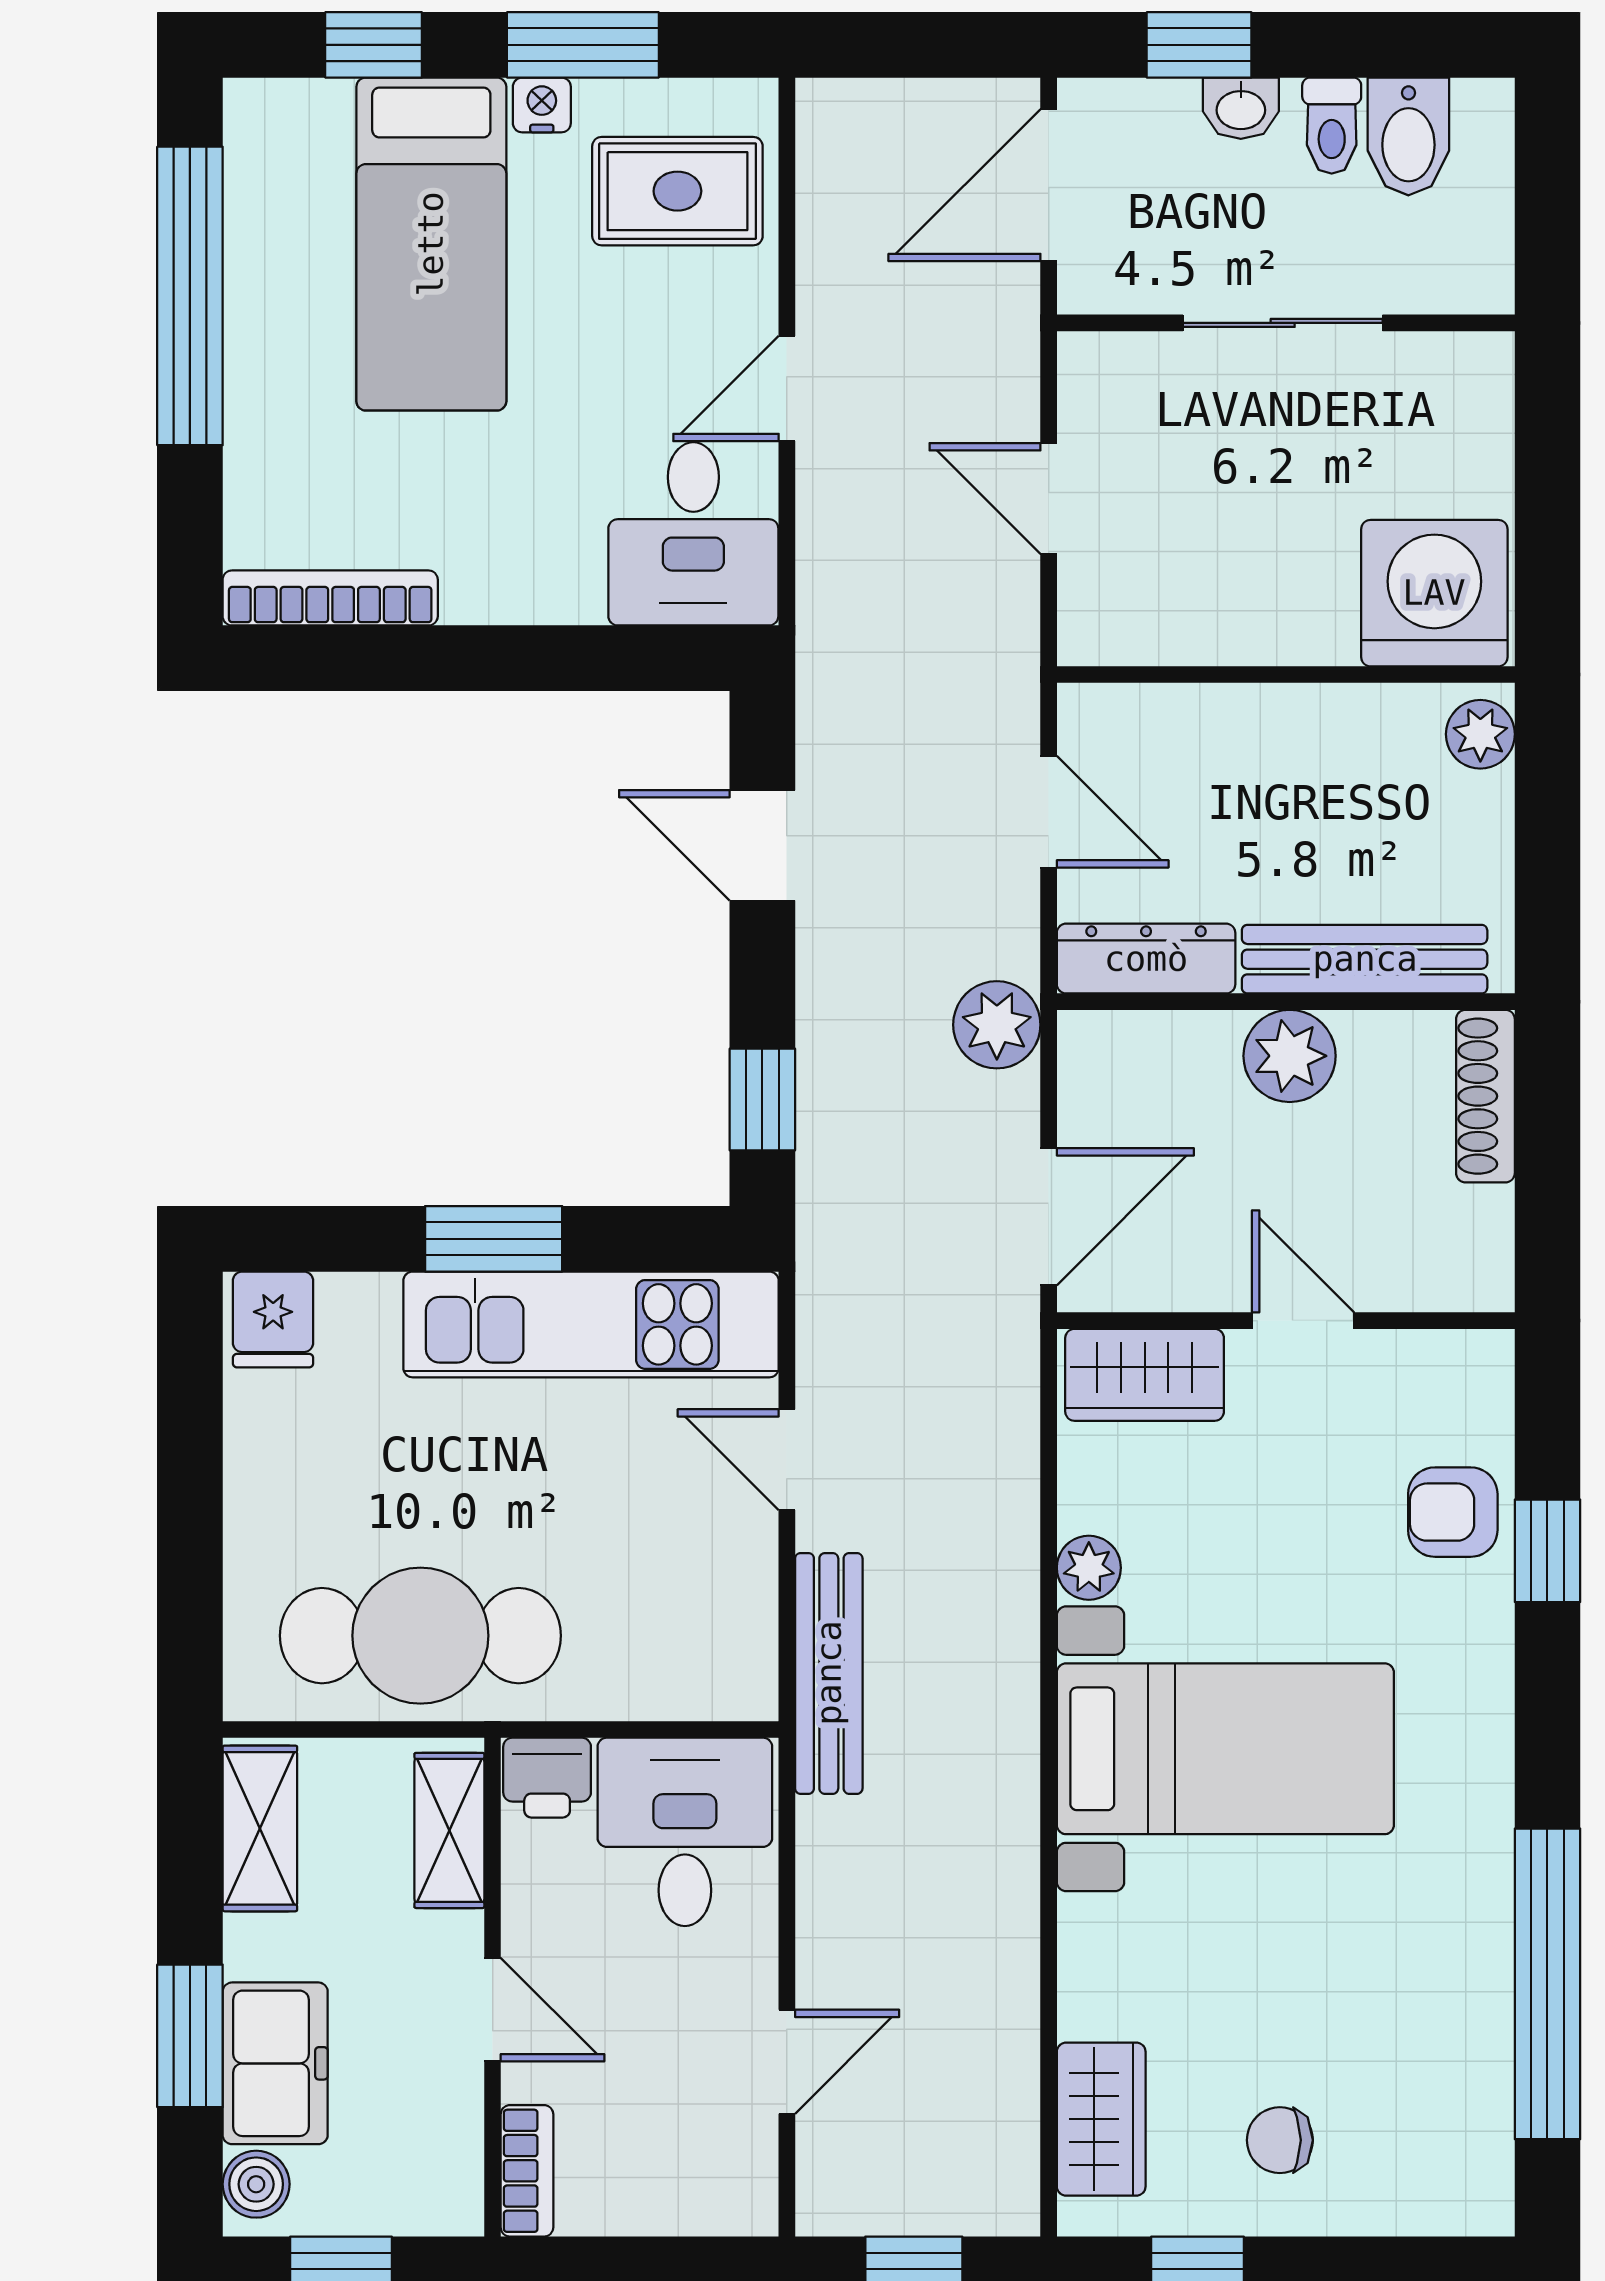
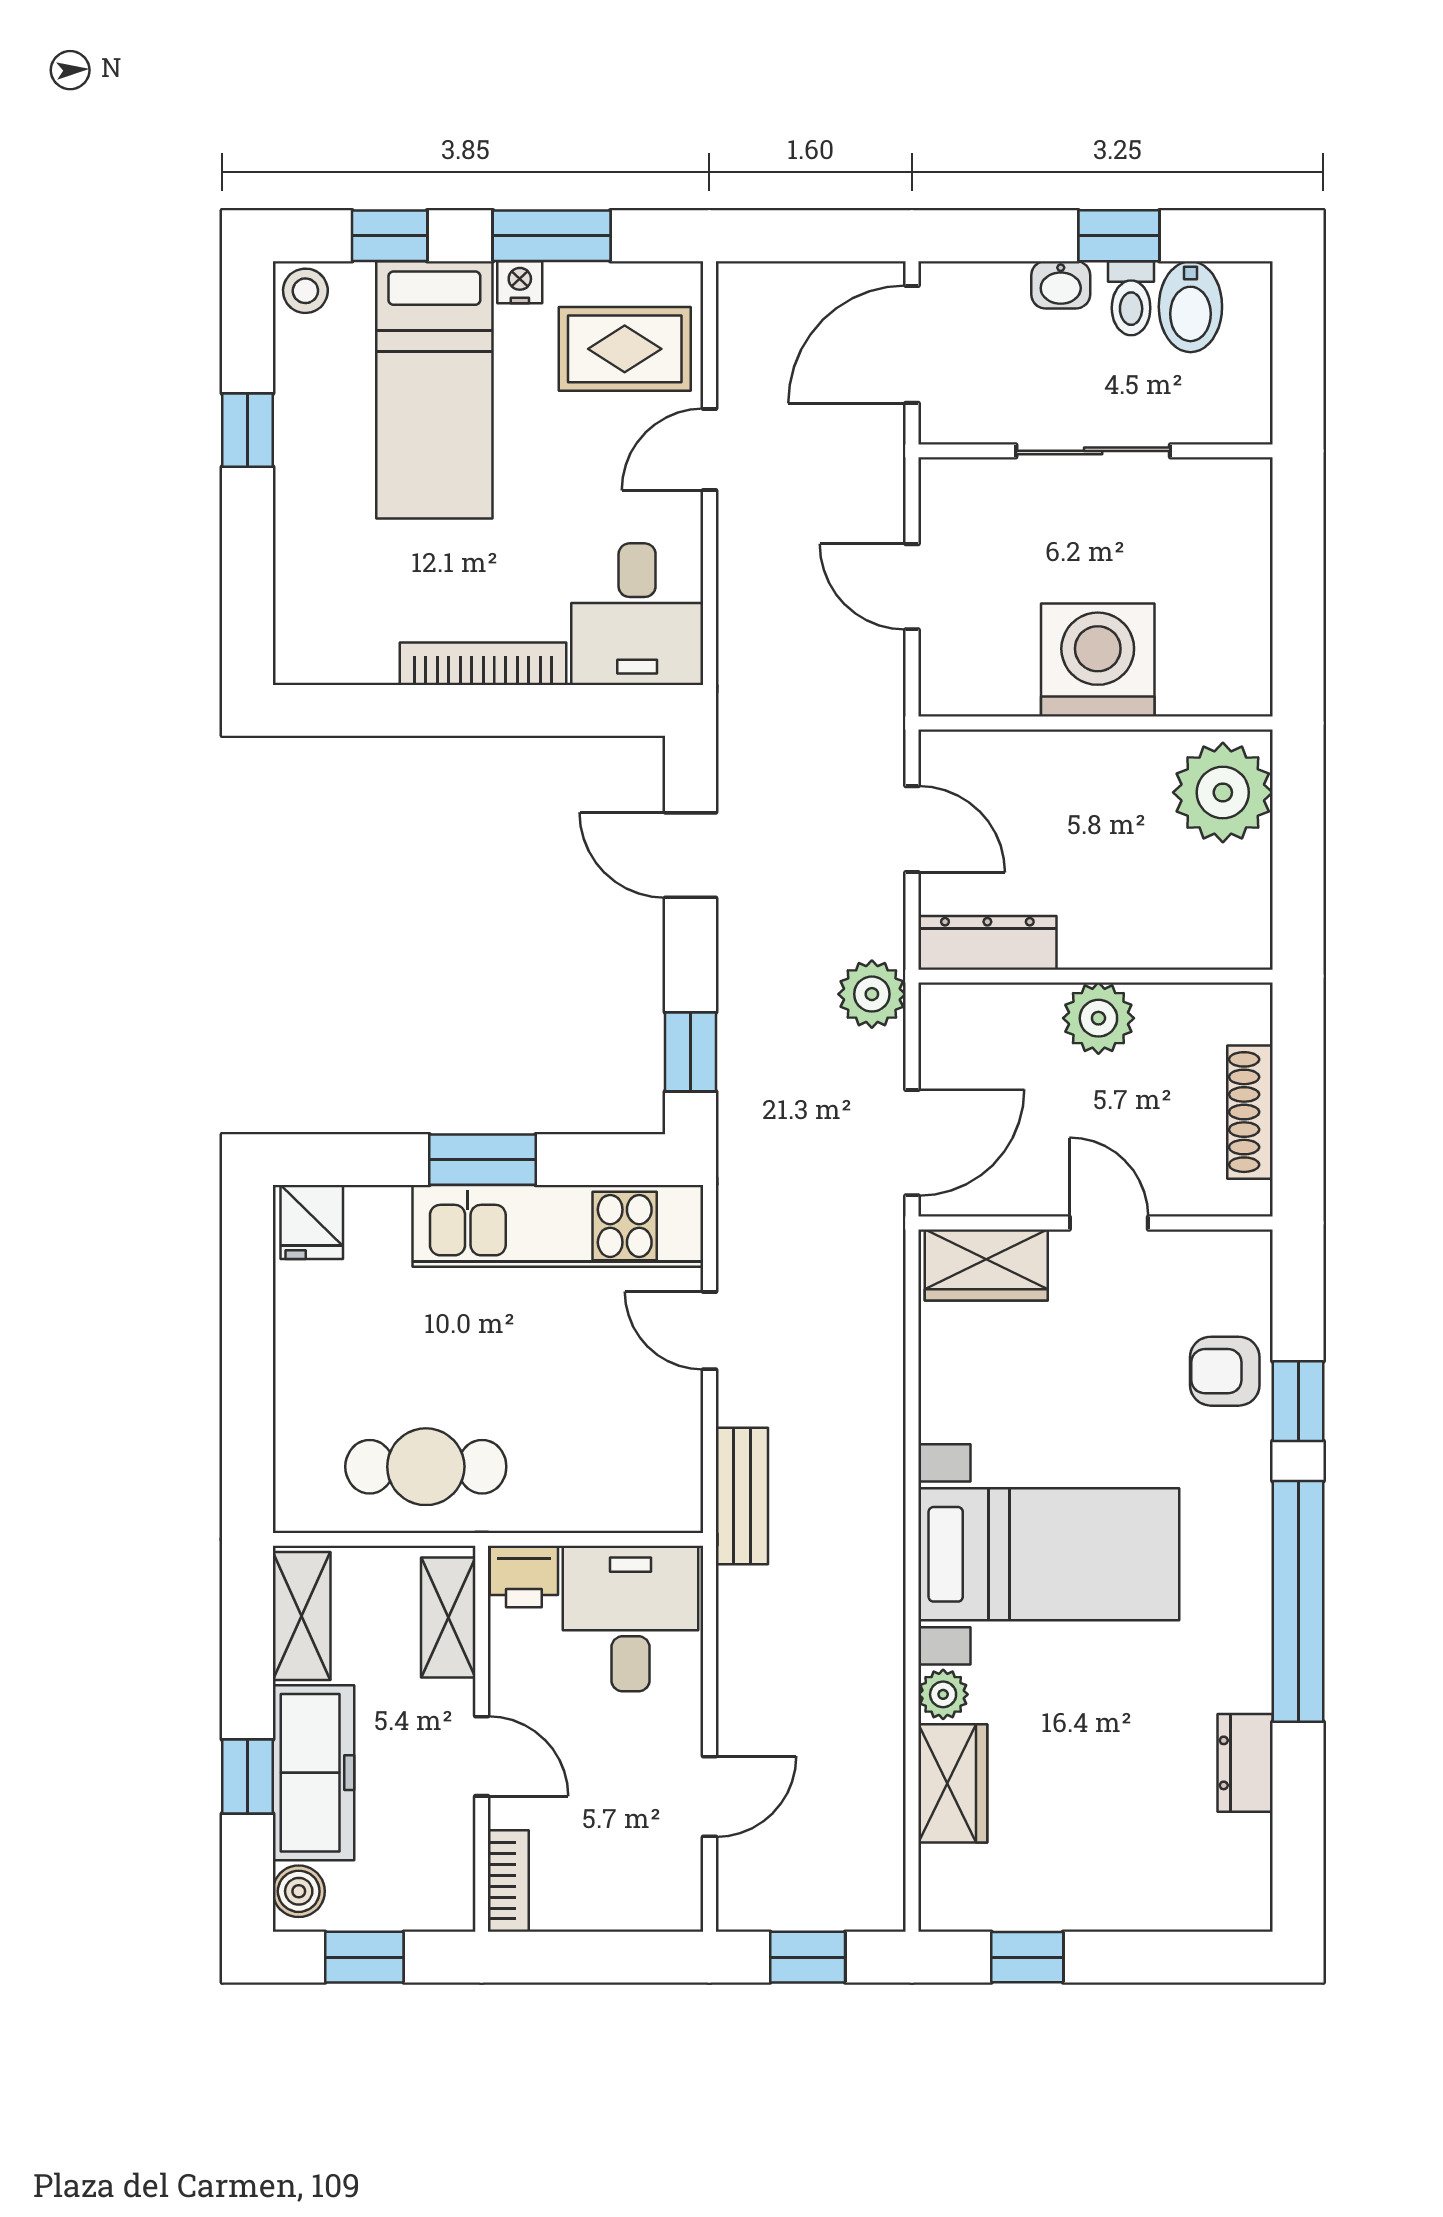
window: (1199, 45) -> (1119, 236), moved
stool: (265, 116) -> (305, 291), added
window: (190, 296) -> (247, 430), width x0.32
door: (787, 388) -> (709, 449), moved
washing machine: (1434, 593) -> (1098, 660), moved
bookcase: (330, 598) -> (483, 664), moved
plant: (1480, 734) -> (1223, 792), width x1.87, depth x1.87
bench: (1365, 959) -> (1156, 943), removed
shoe rack: (1485, 1096) -> (1250, 1112), moved
plant: (1089, 1568) -> (943, 1694), moved
cafe table: (420, 1636) -> (426, 1467), width x0.73, depth x0.74
bench: (829, 1673) -> (742, 1496), width x0.73
window: (1547, 1984) -> (1298, 1601), moved
dresser: (1479, 2018) -> (1245, 1763), added
window: (190, 2036) -> (247, 1776), width x0.67
freezer: (275, 2063) -> (313, 1773), width x1.40
wardrobe: (1101, 2119) -> (953, 1783), moved
chair: (1280, 2140) -> (1091, 1857), removed

